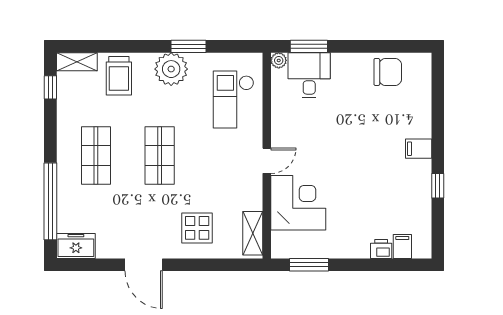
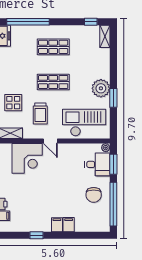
window: (381, 46) -> (113, 204), added
chair: (388, 72) -> (94, 195), moved
trolley: (119, 76) -> (40, 114), moved, turned -90
checkout: (233, 99) -> (84, 123), width x1.36, depth x1.21
filing cabinet: (418, 128) -> (69, 225), added

